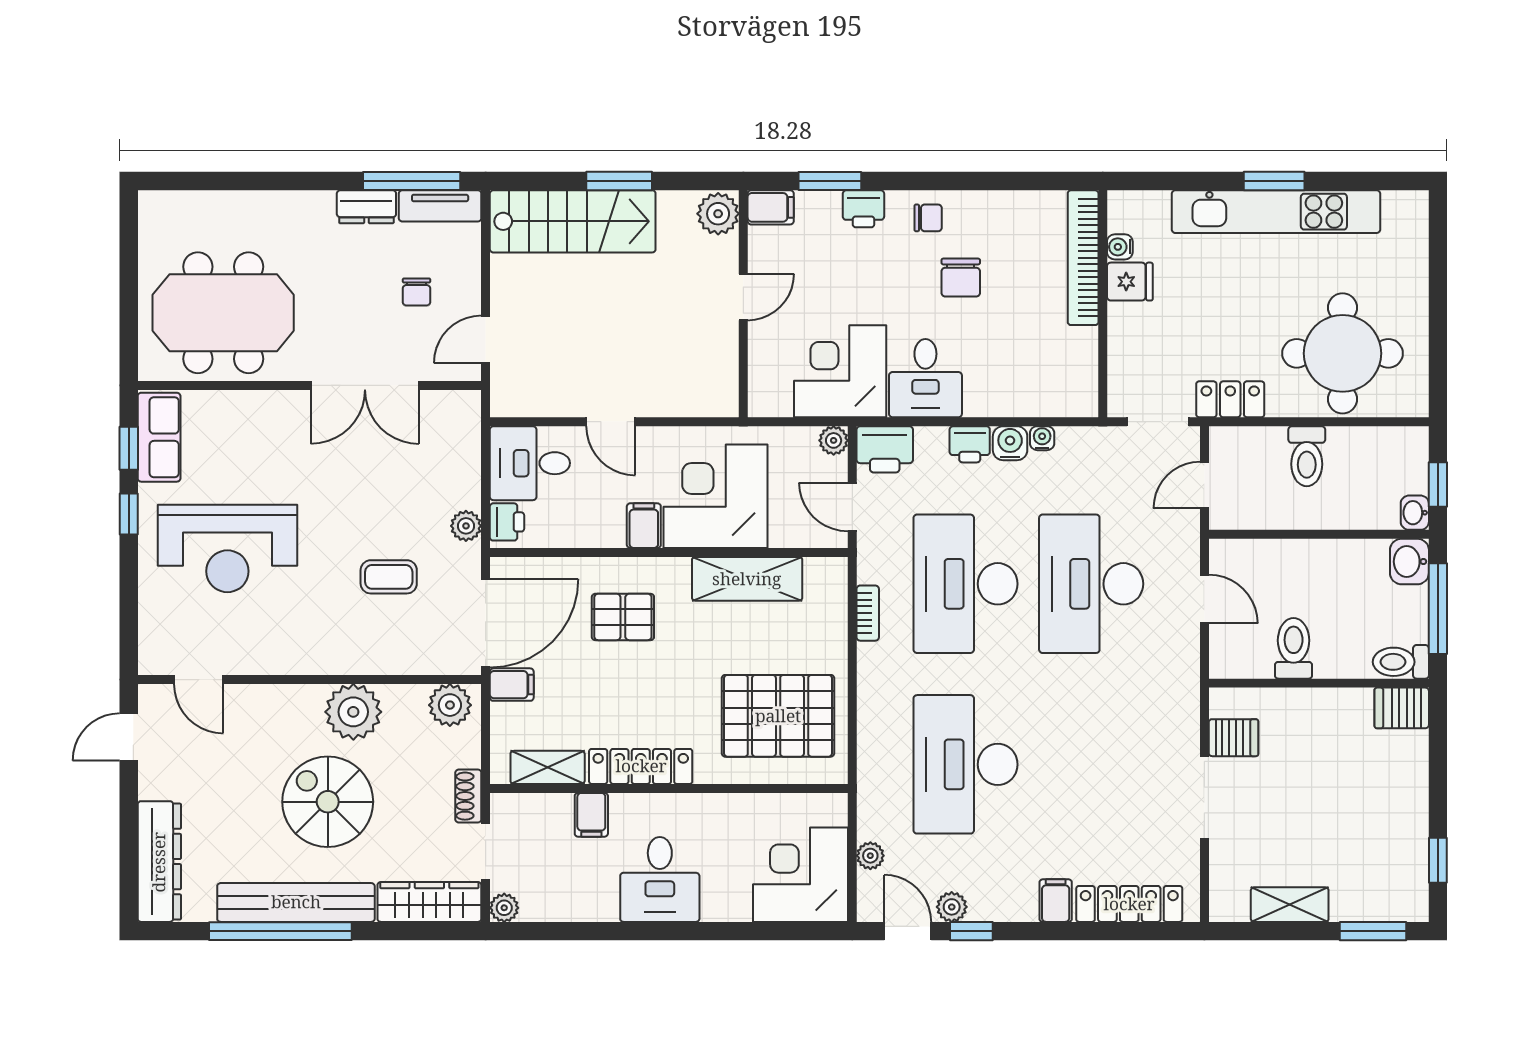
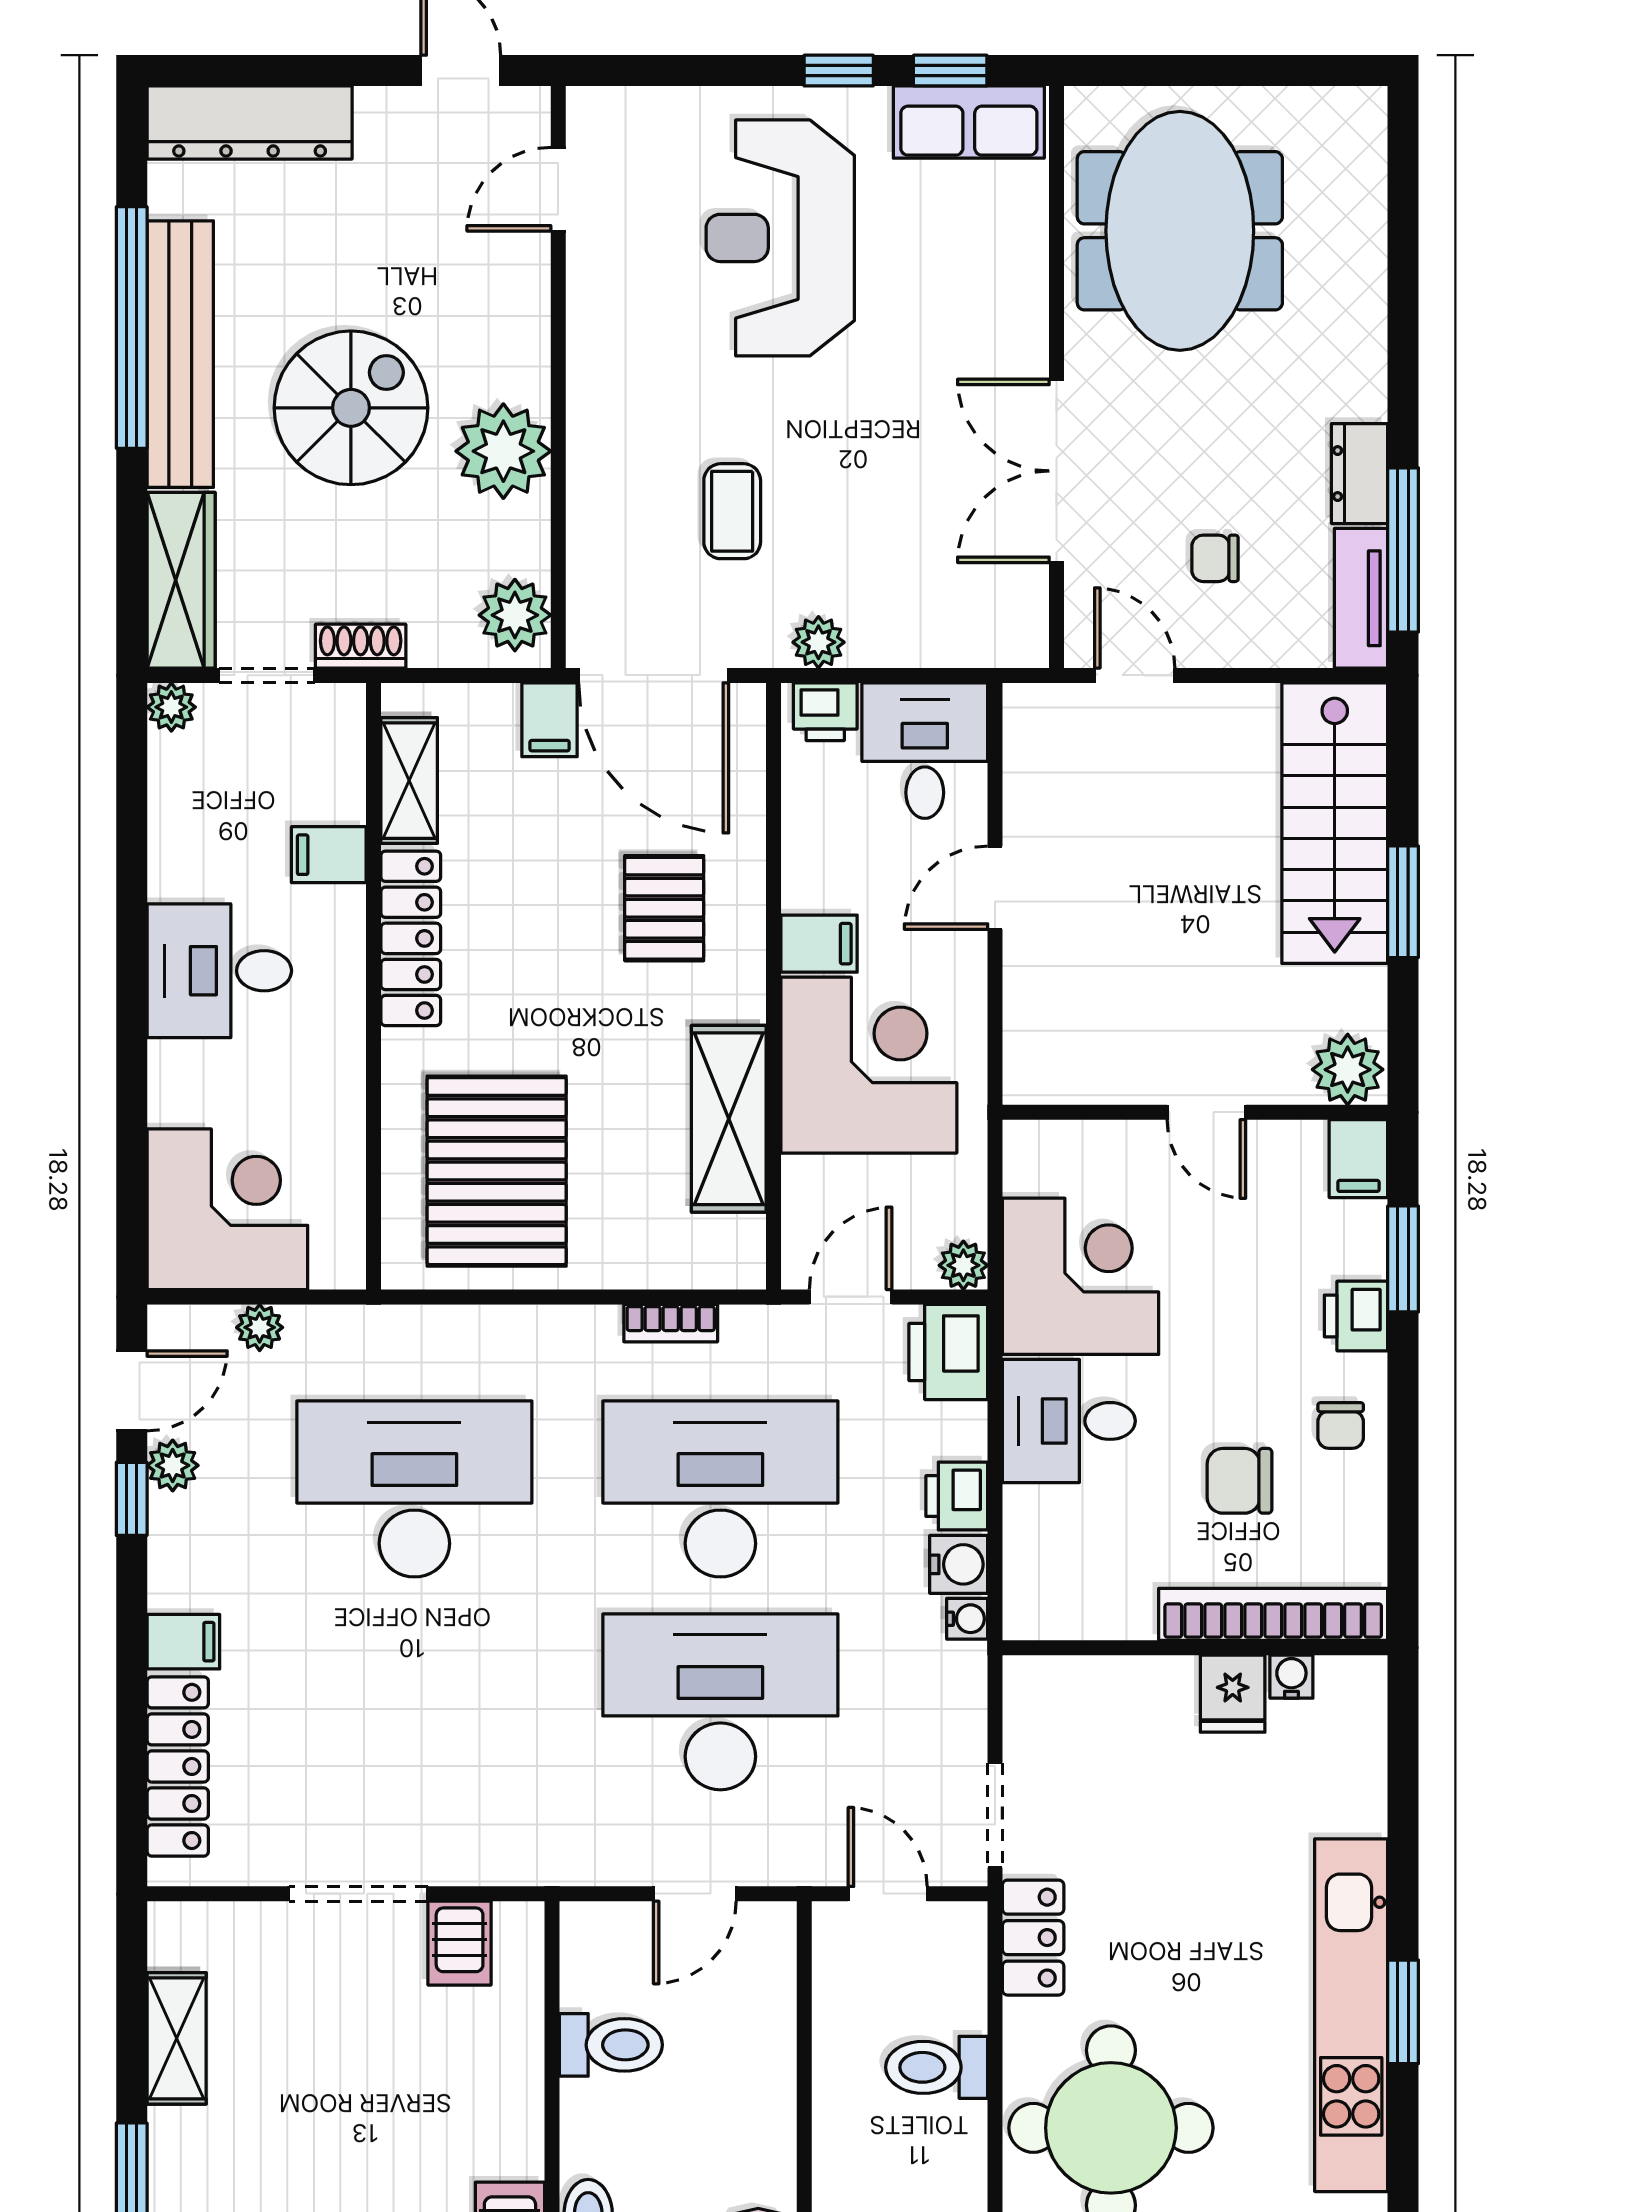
water cooler: (1120, 247) -> (1291, 1677), moved
bookcase: (1083, 258) -> (1273, 1614), moved
fridge: (1130, 282) -> (1233, 1694), moved
wall: (1103, 304) -> (1195, 1648), moved

